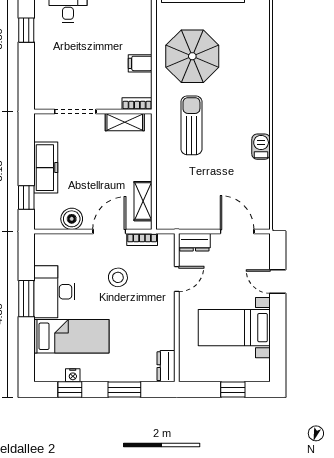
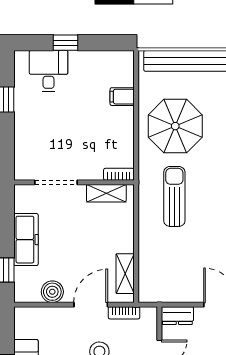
filing cabinet: (140, 63) -> (122, 97), moved

